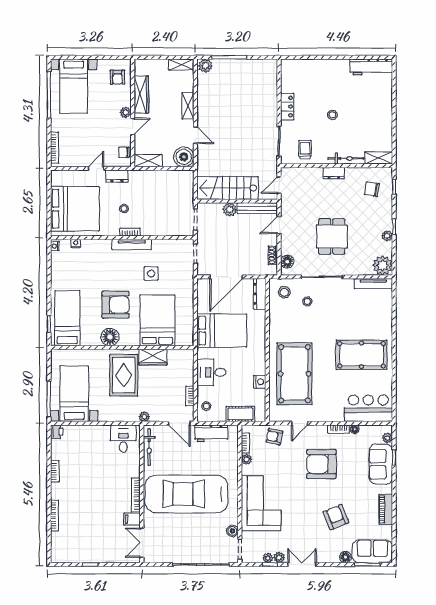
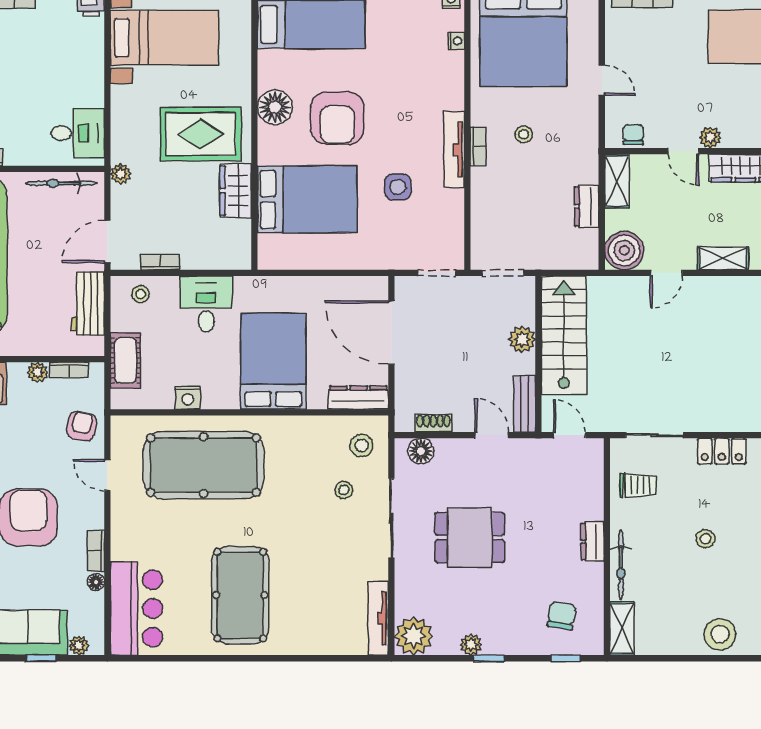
stool: (382, 107) -> (720, 634), added
dresser: (117, 176) -> (587, 206), moved
bench: (257, 208) -> (525, 404), width x0.73
bed: (222, 331) -> (273, 361), moved, turned 180

